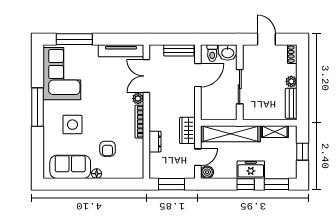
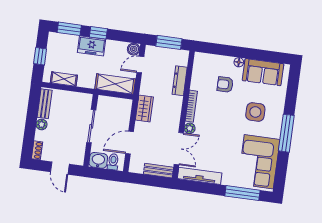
bench: (179, 50) -> (158, 171), moved
wardrobe: (187, 130) -> (144, 109), moved
shelving: (231, 134) -> (115, 84), width x0.68
dresser: (155, 142) -> (180, 81), width x1.44
armchair: (108, 149) -> (225, 84), turned -90

